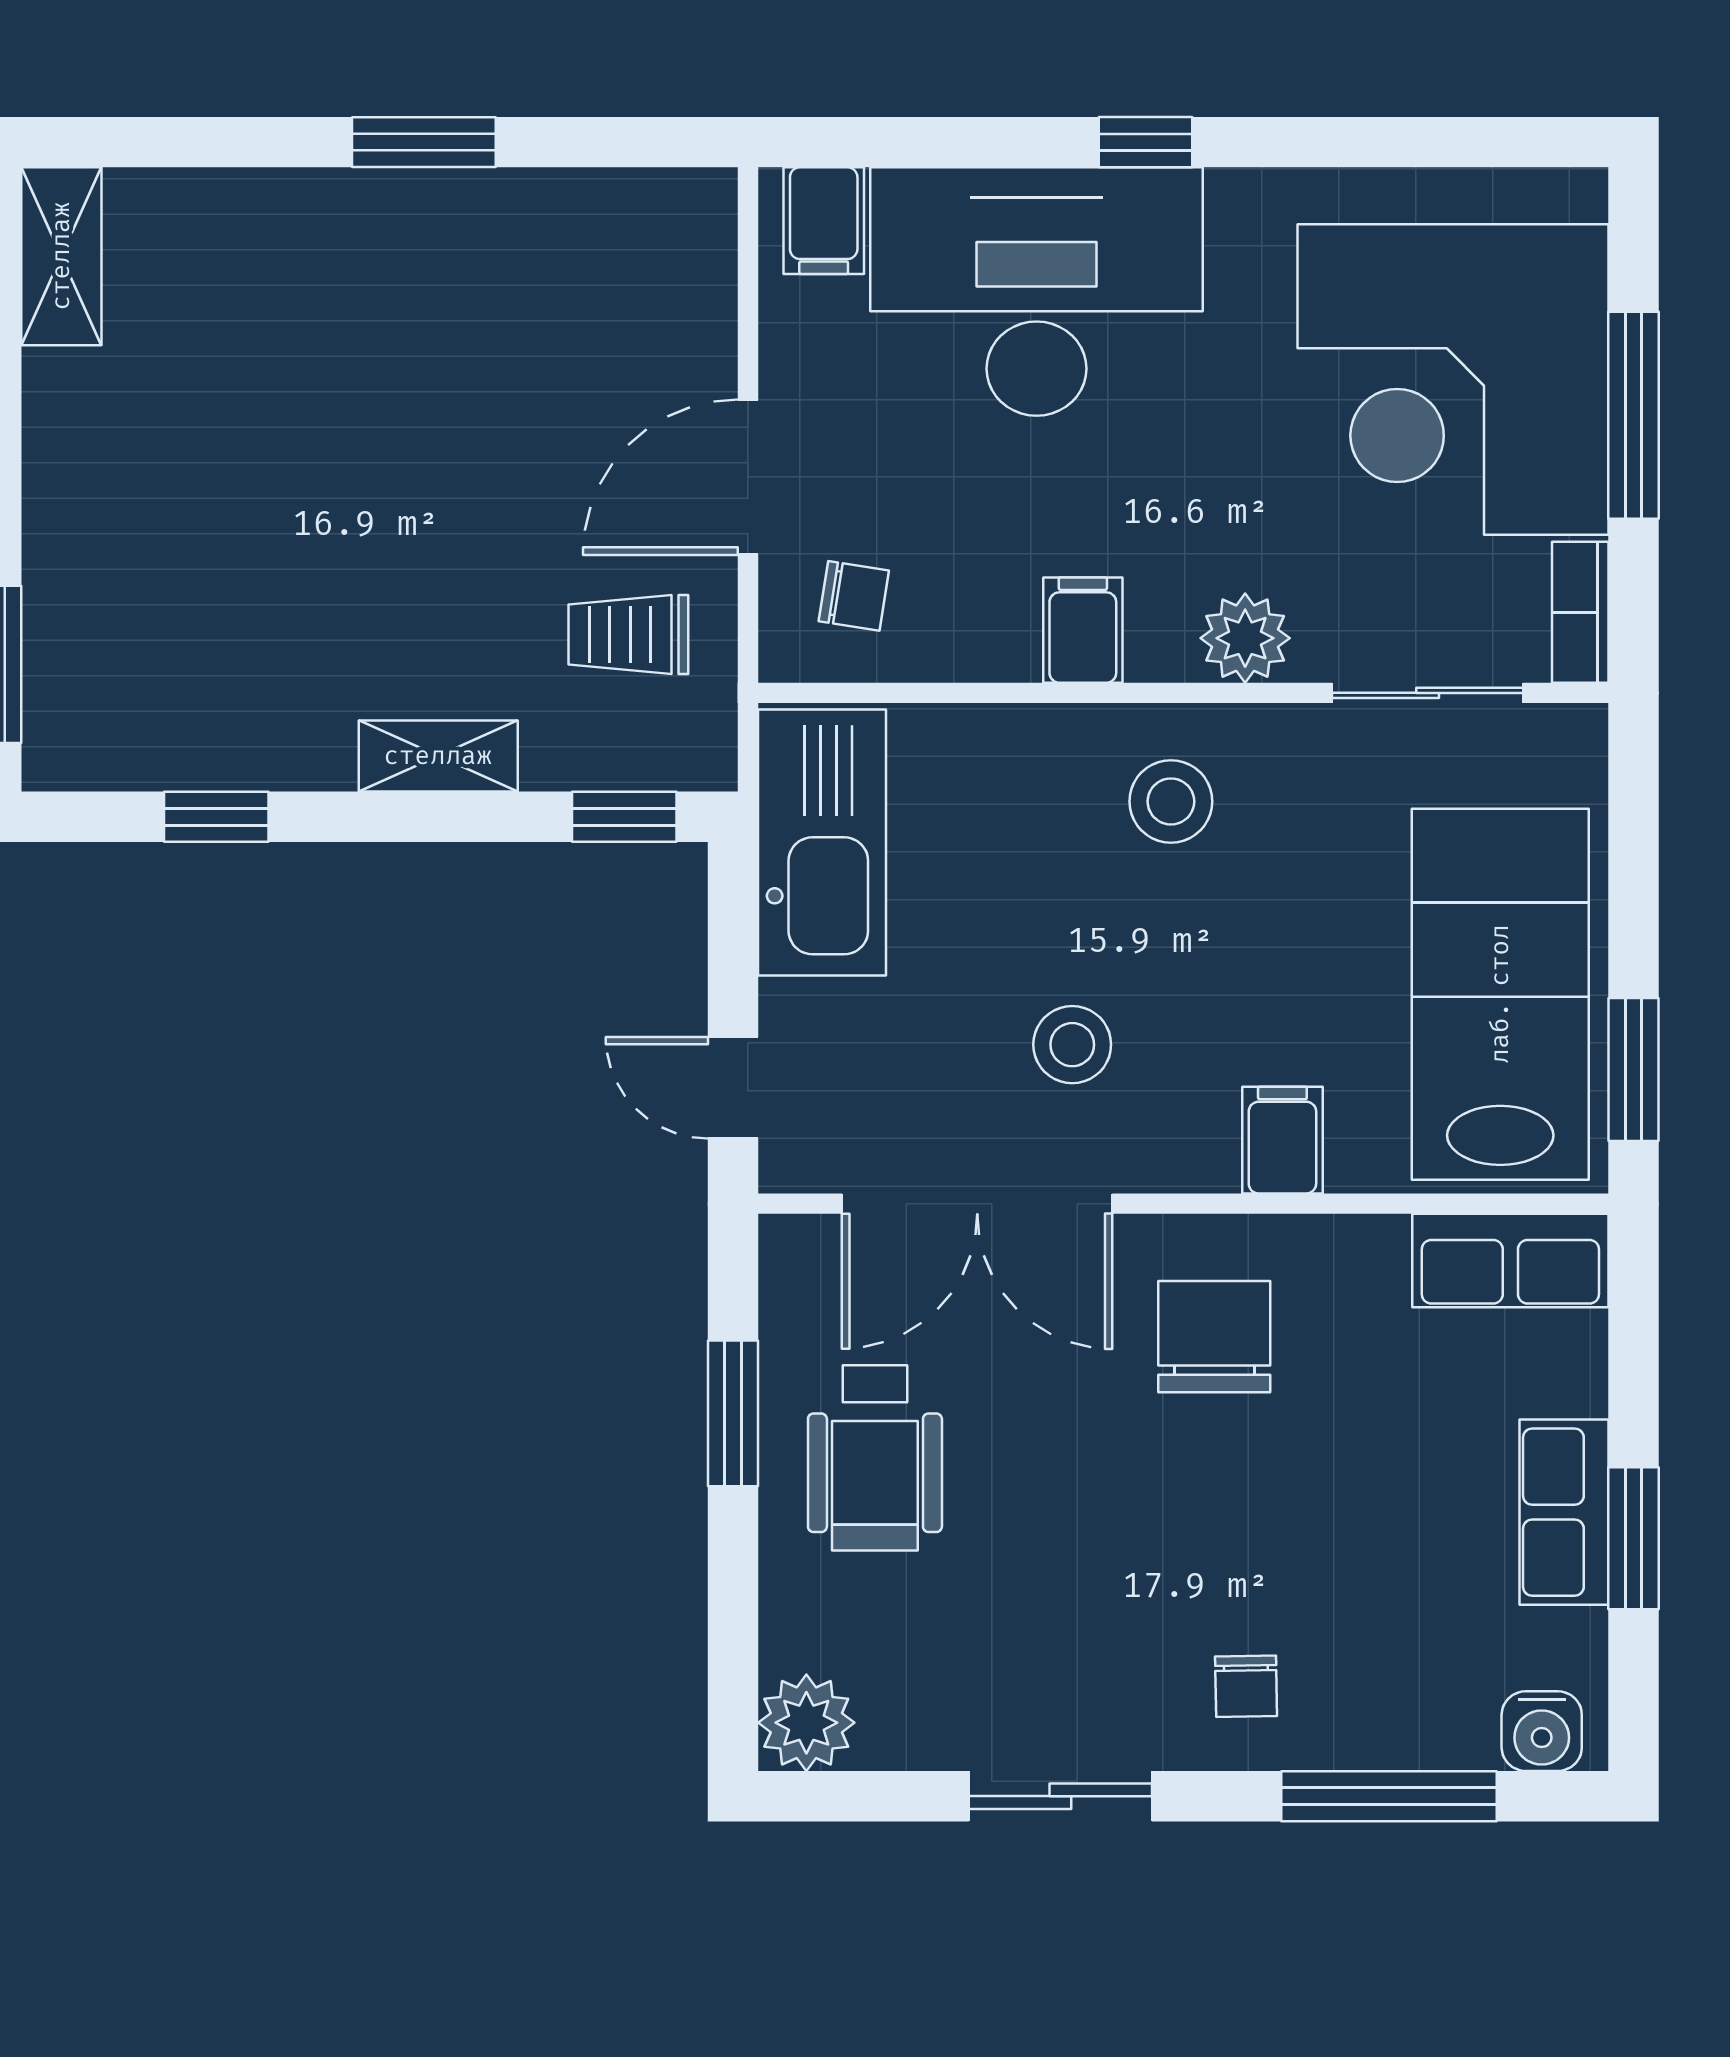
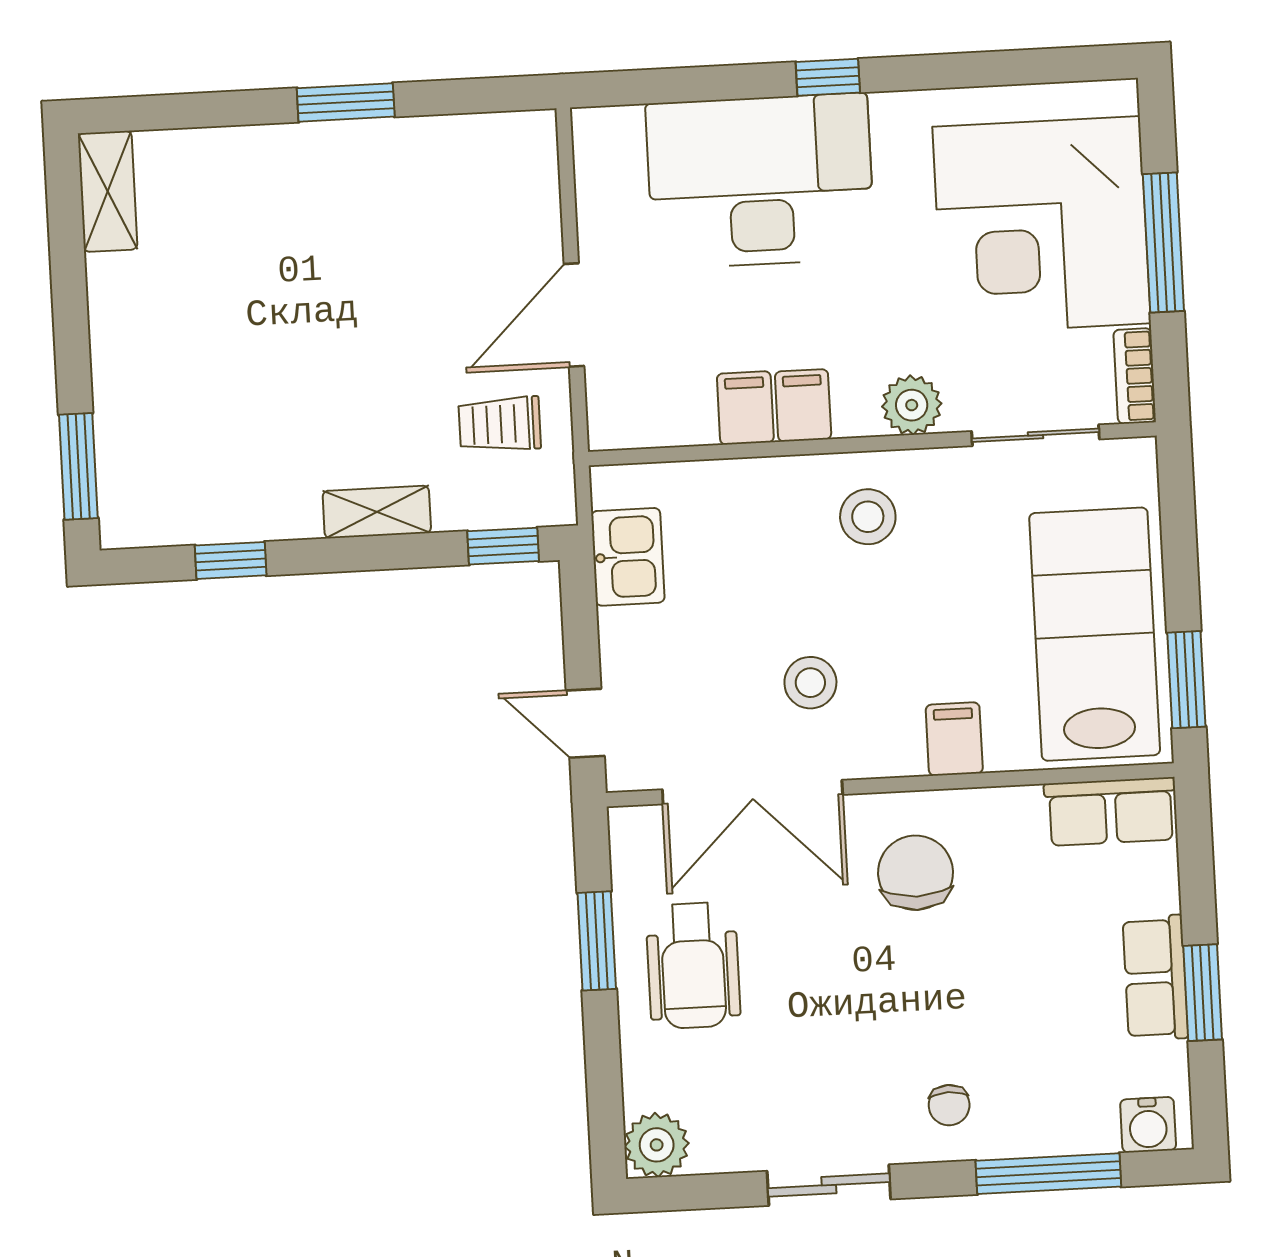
filing cabinet: (824, 221) -> (745, 408), moved, turned 180
chair: (854, 596) -> (649, 391), removed
kitchen sink: (822, 843) -> (628, 557), width x0.53, depth x0.81

